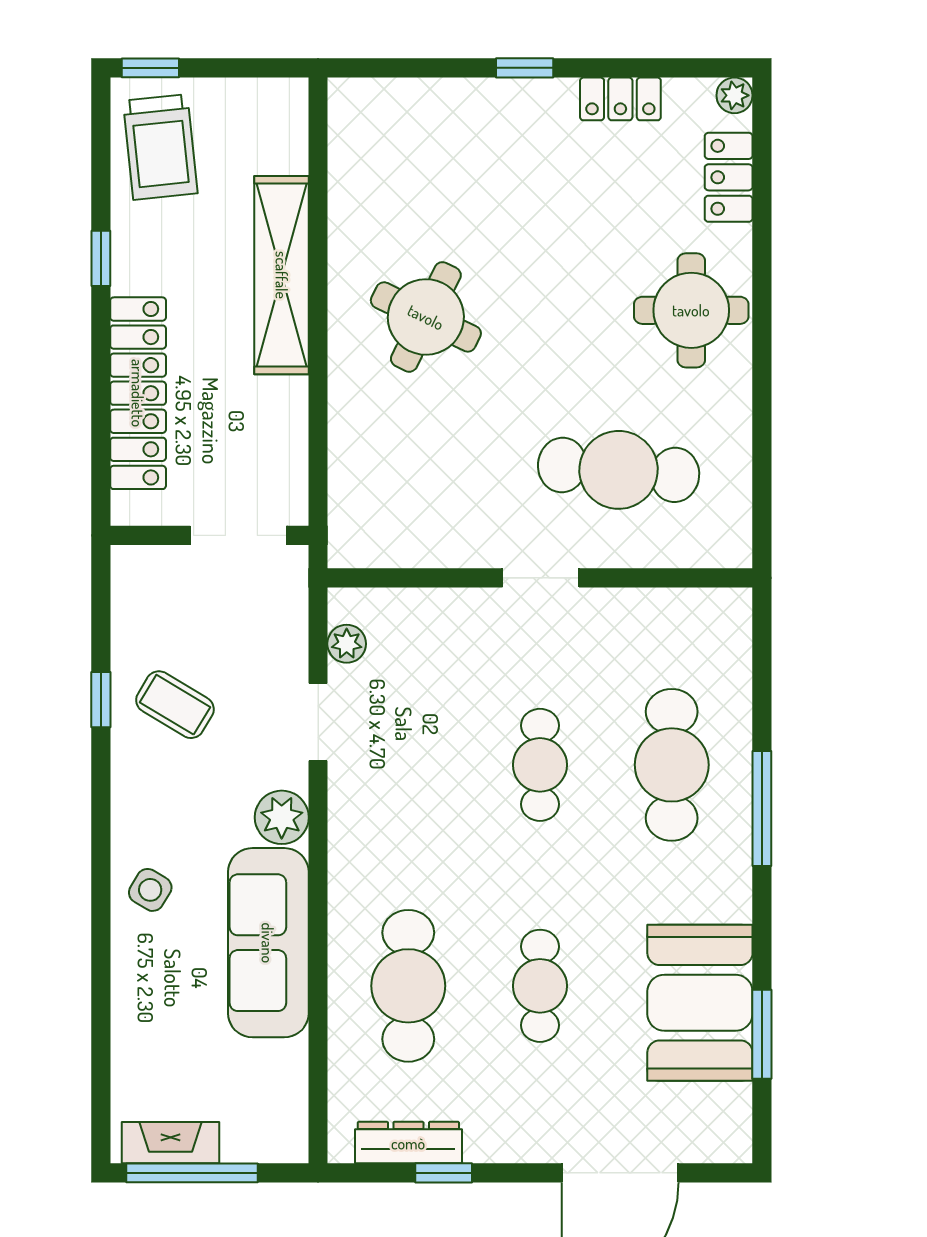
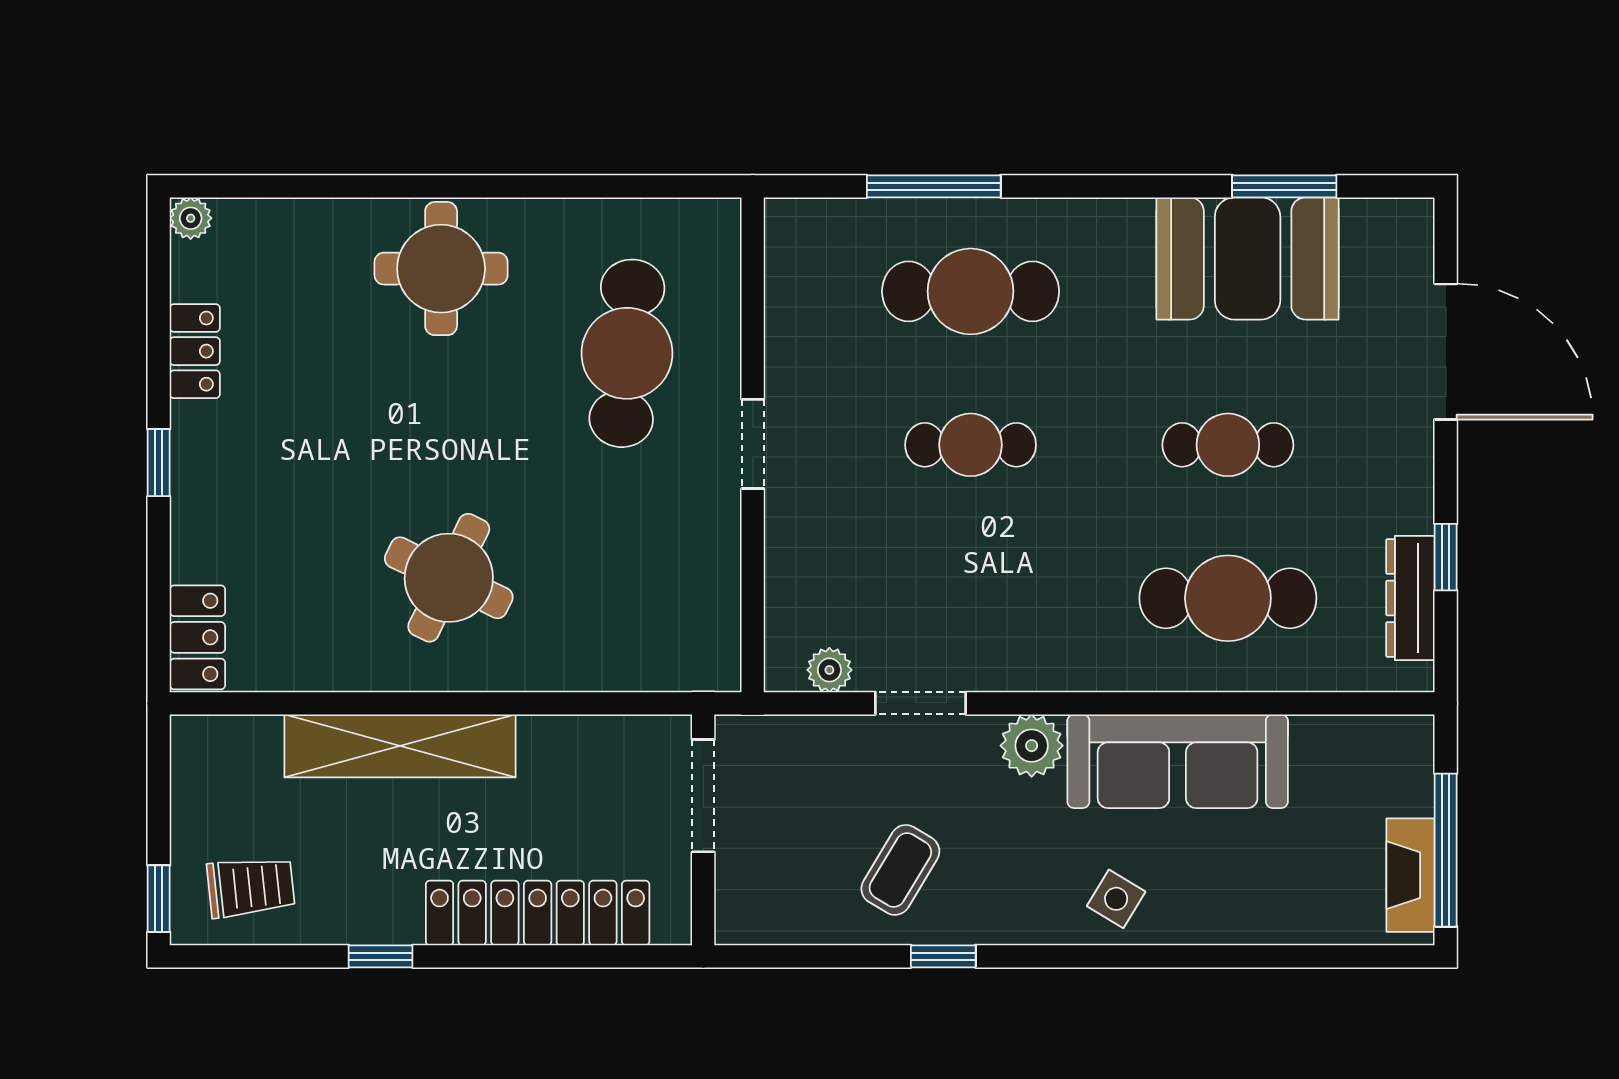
trolley: (160, 147) -> (251, 887), width x0.73, depth x0.72
locker: (729, 177) -> (197, 637), moved, turned -90
window: (101, 700) -> (943, 956), moved
window: (762, 808) -> (934, 186), moved

